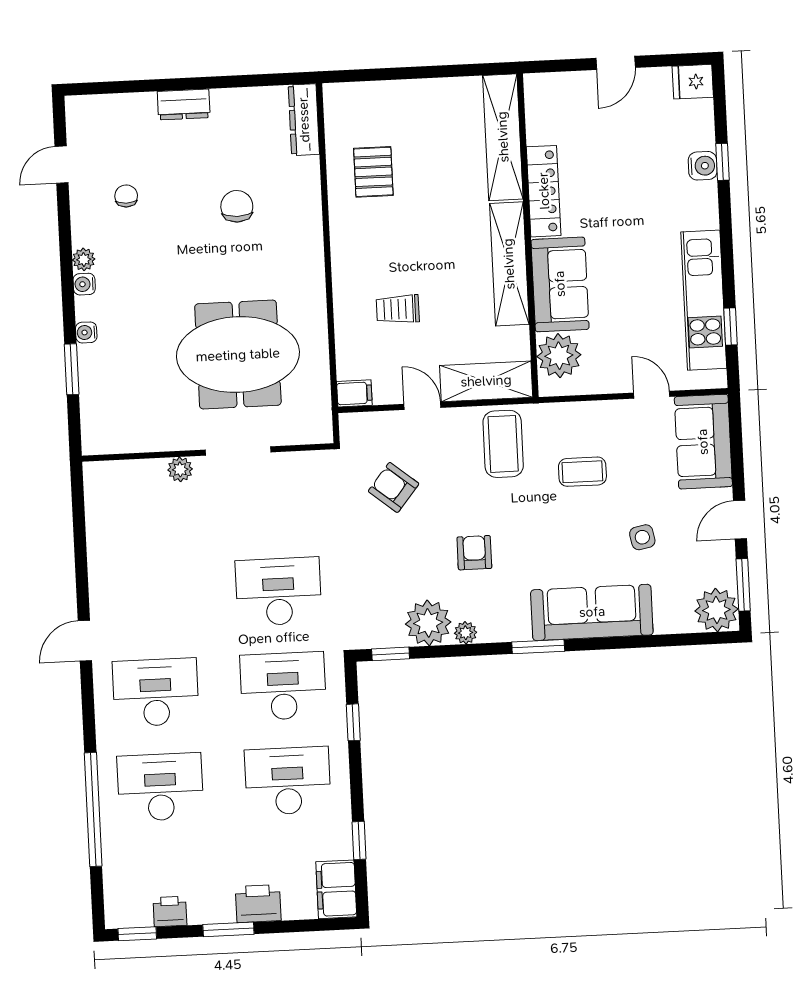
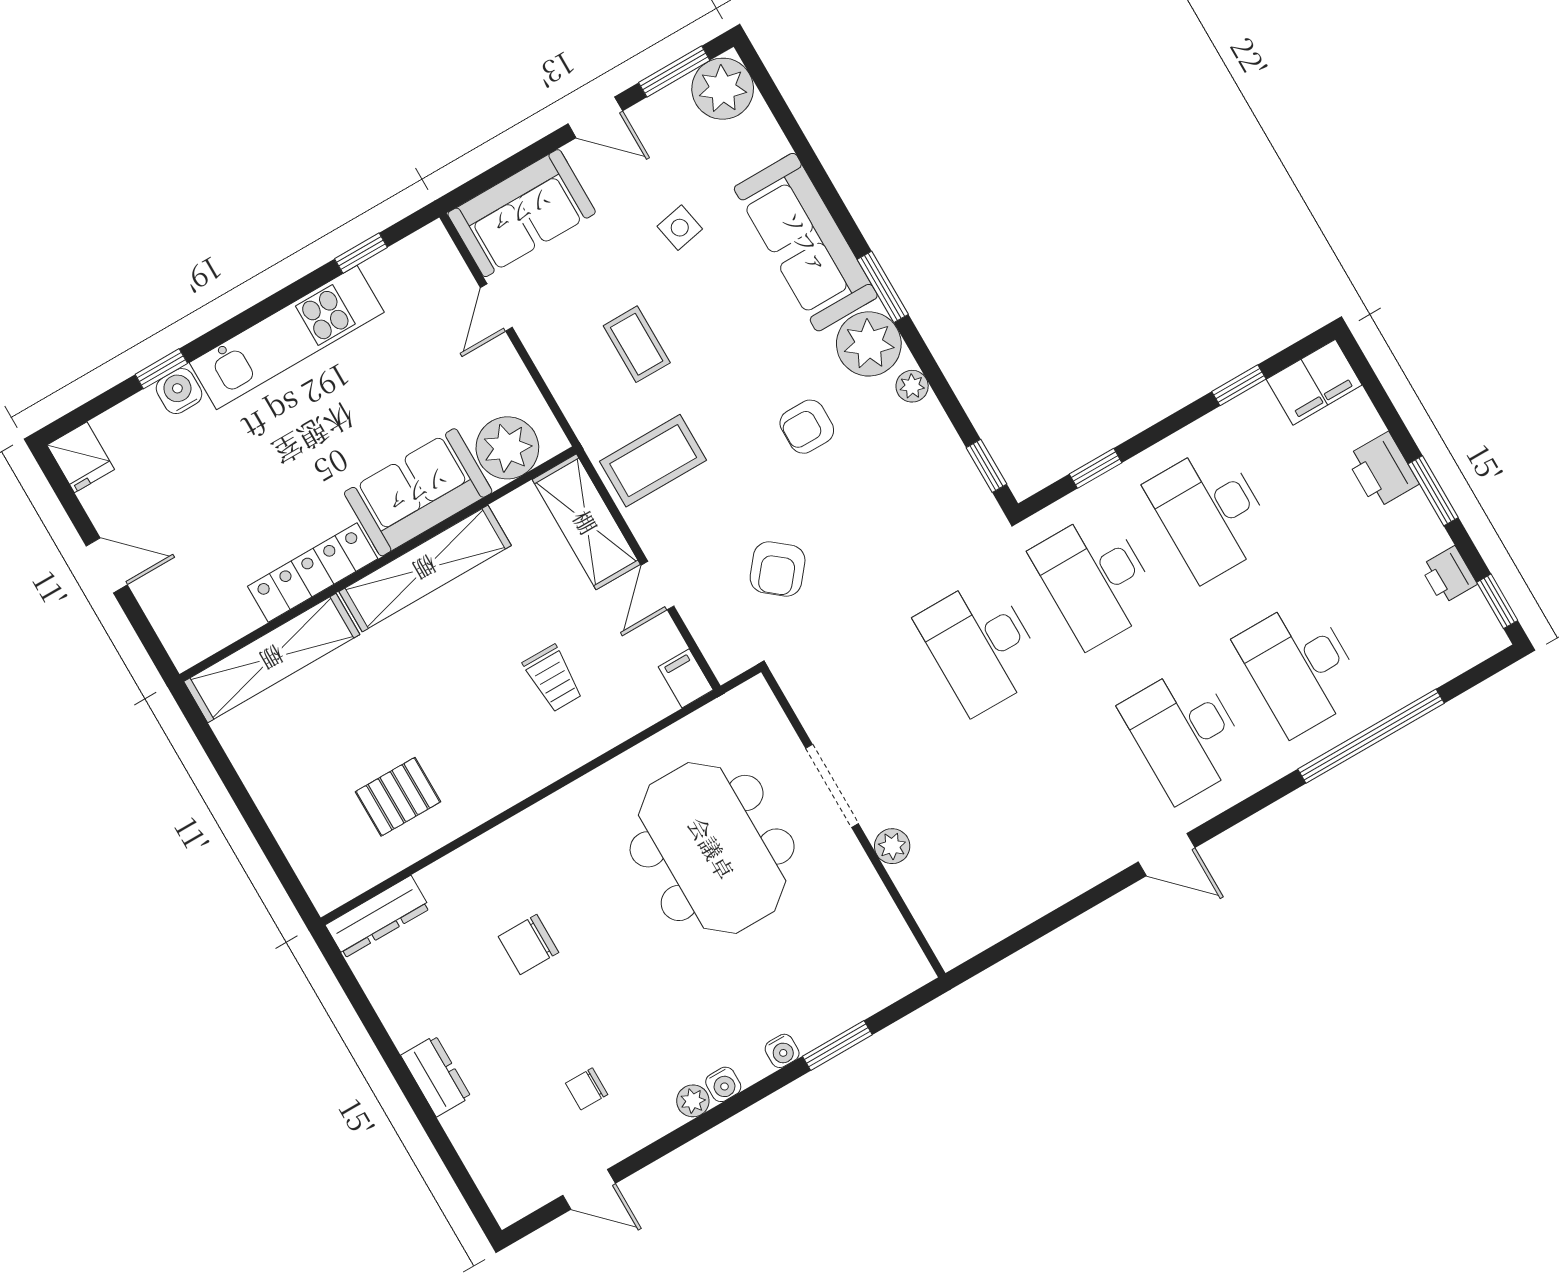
kitchen unit: (704, 300) -> (287, 337), moved
plant: (428, 623) -> (869, 344), moved

